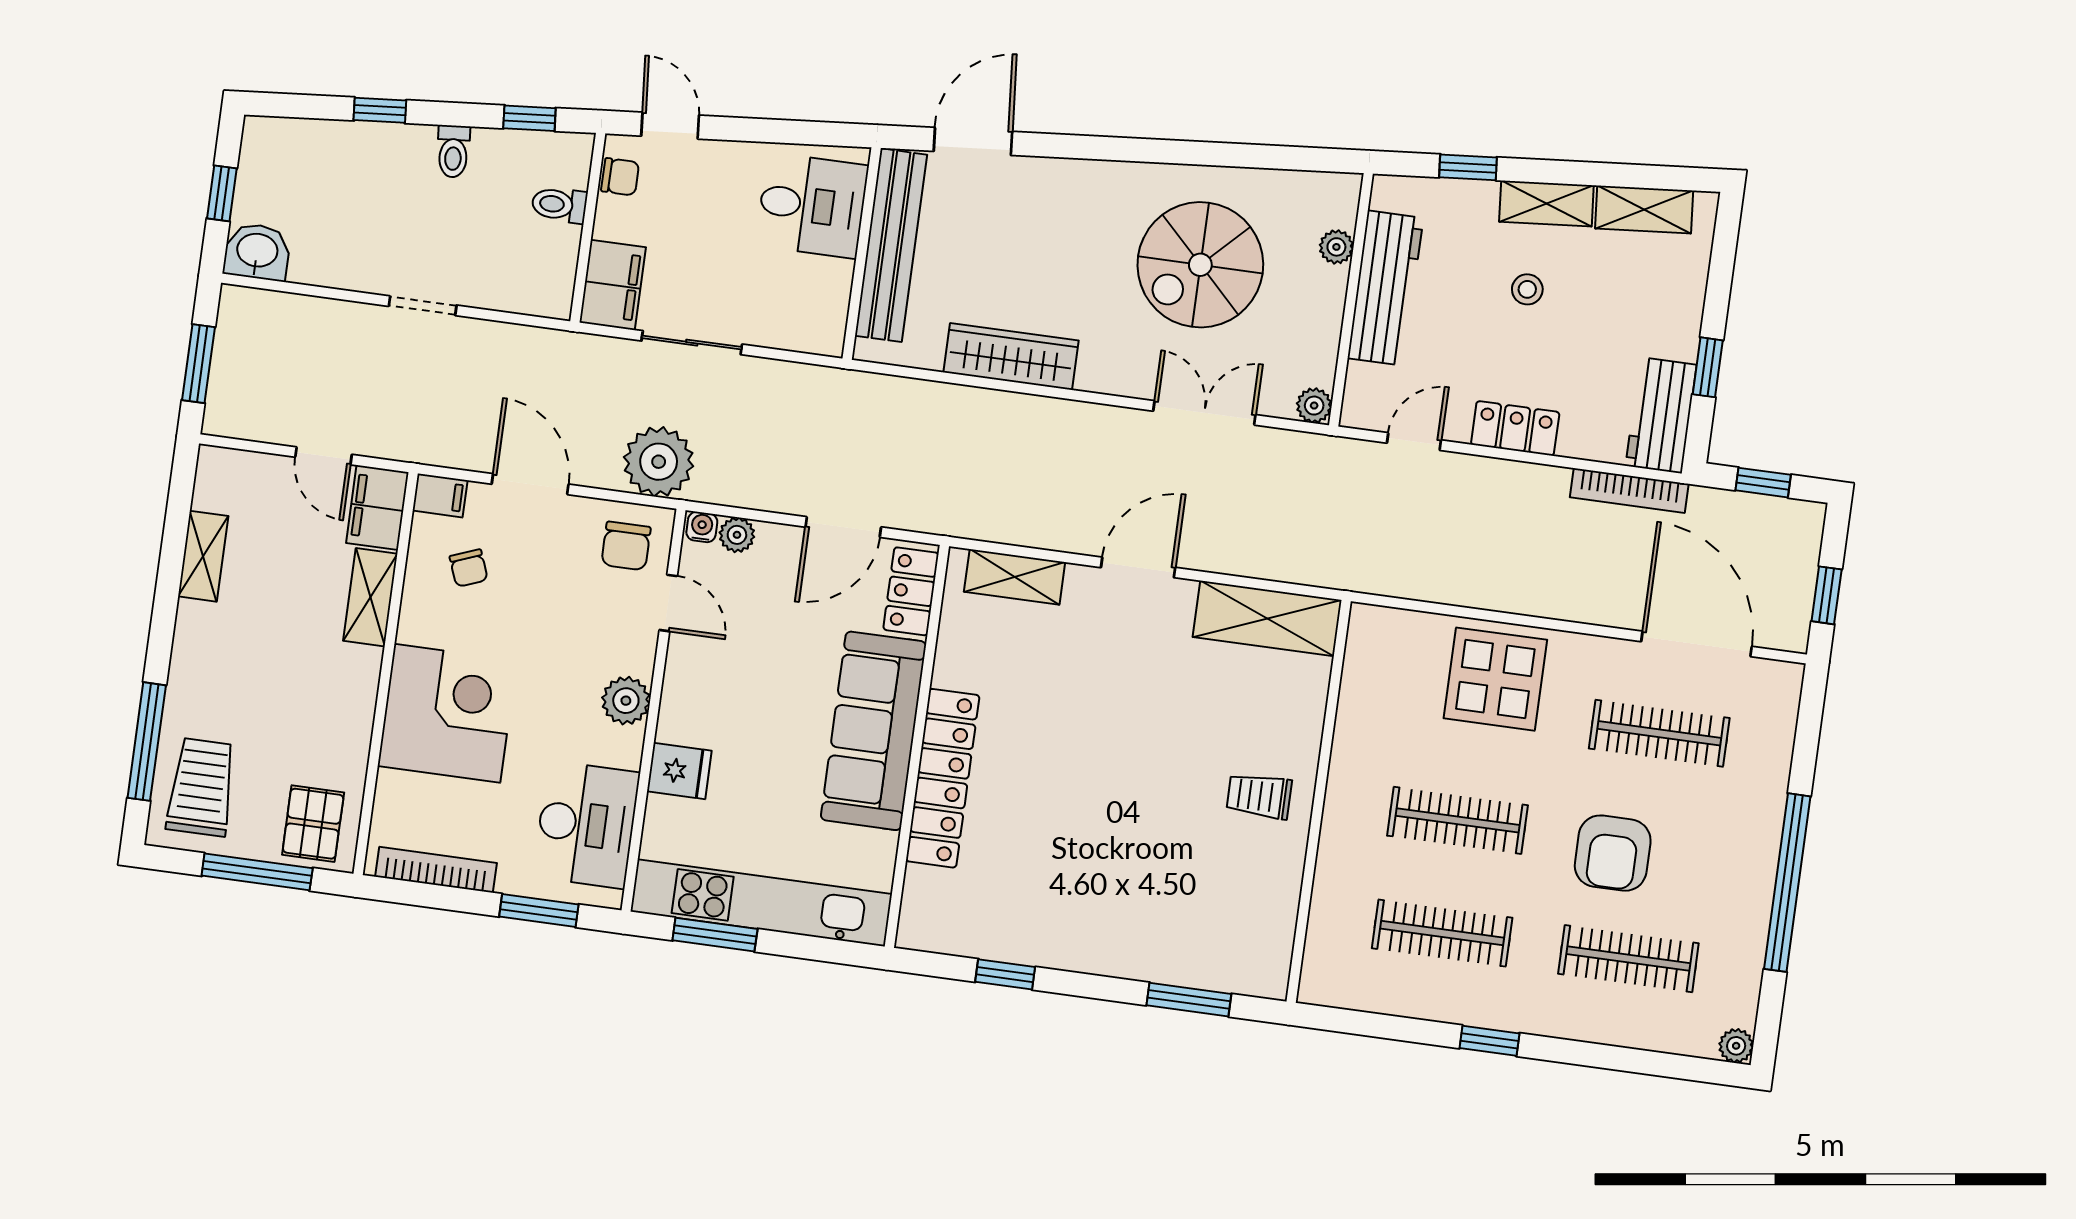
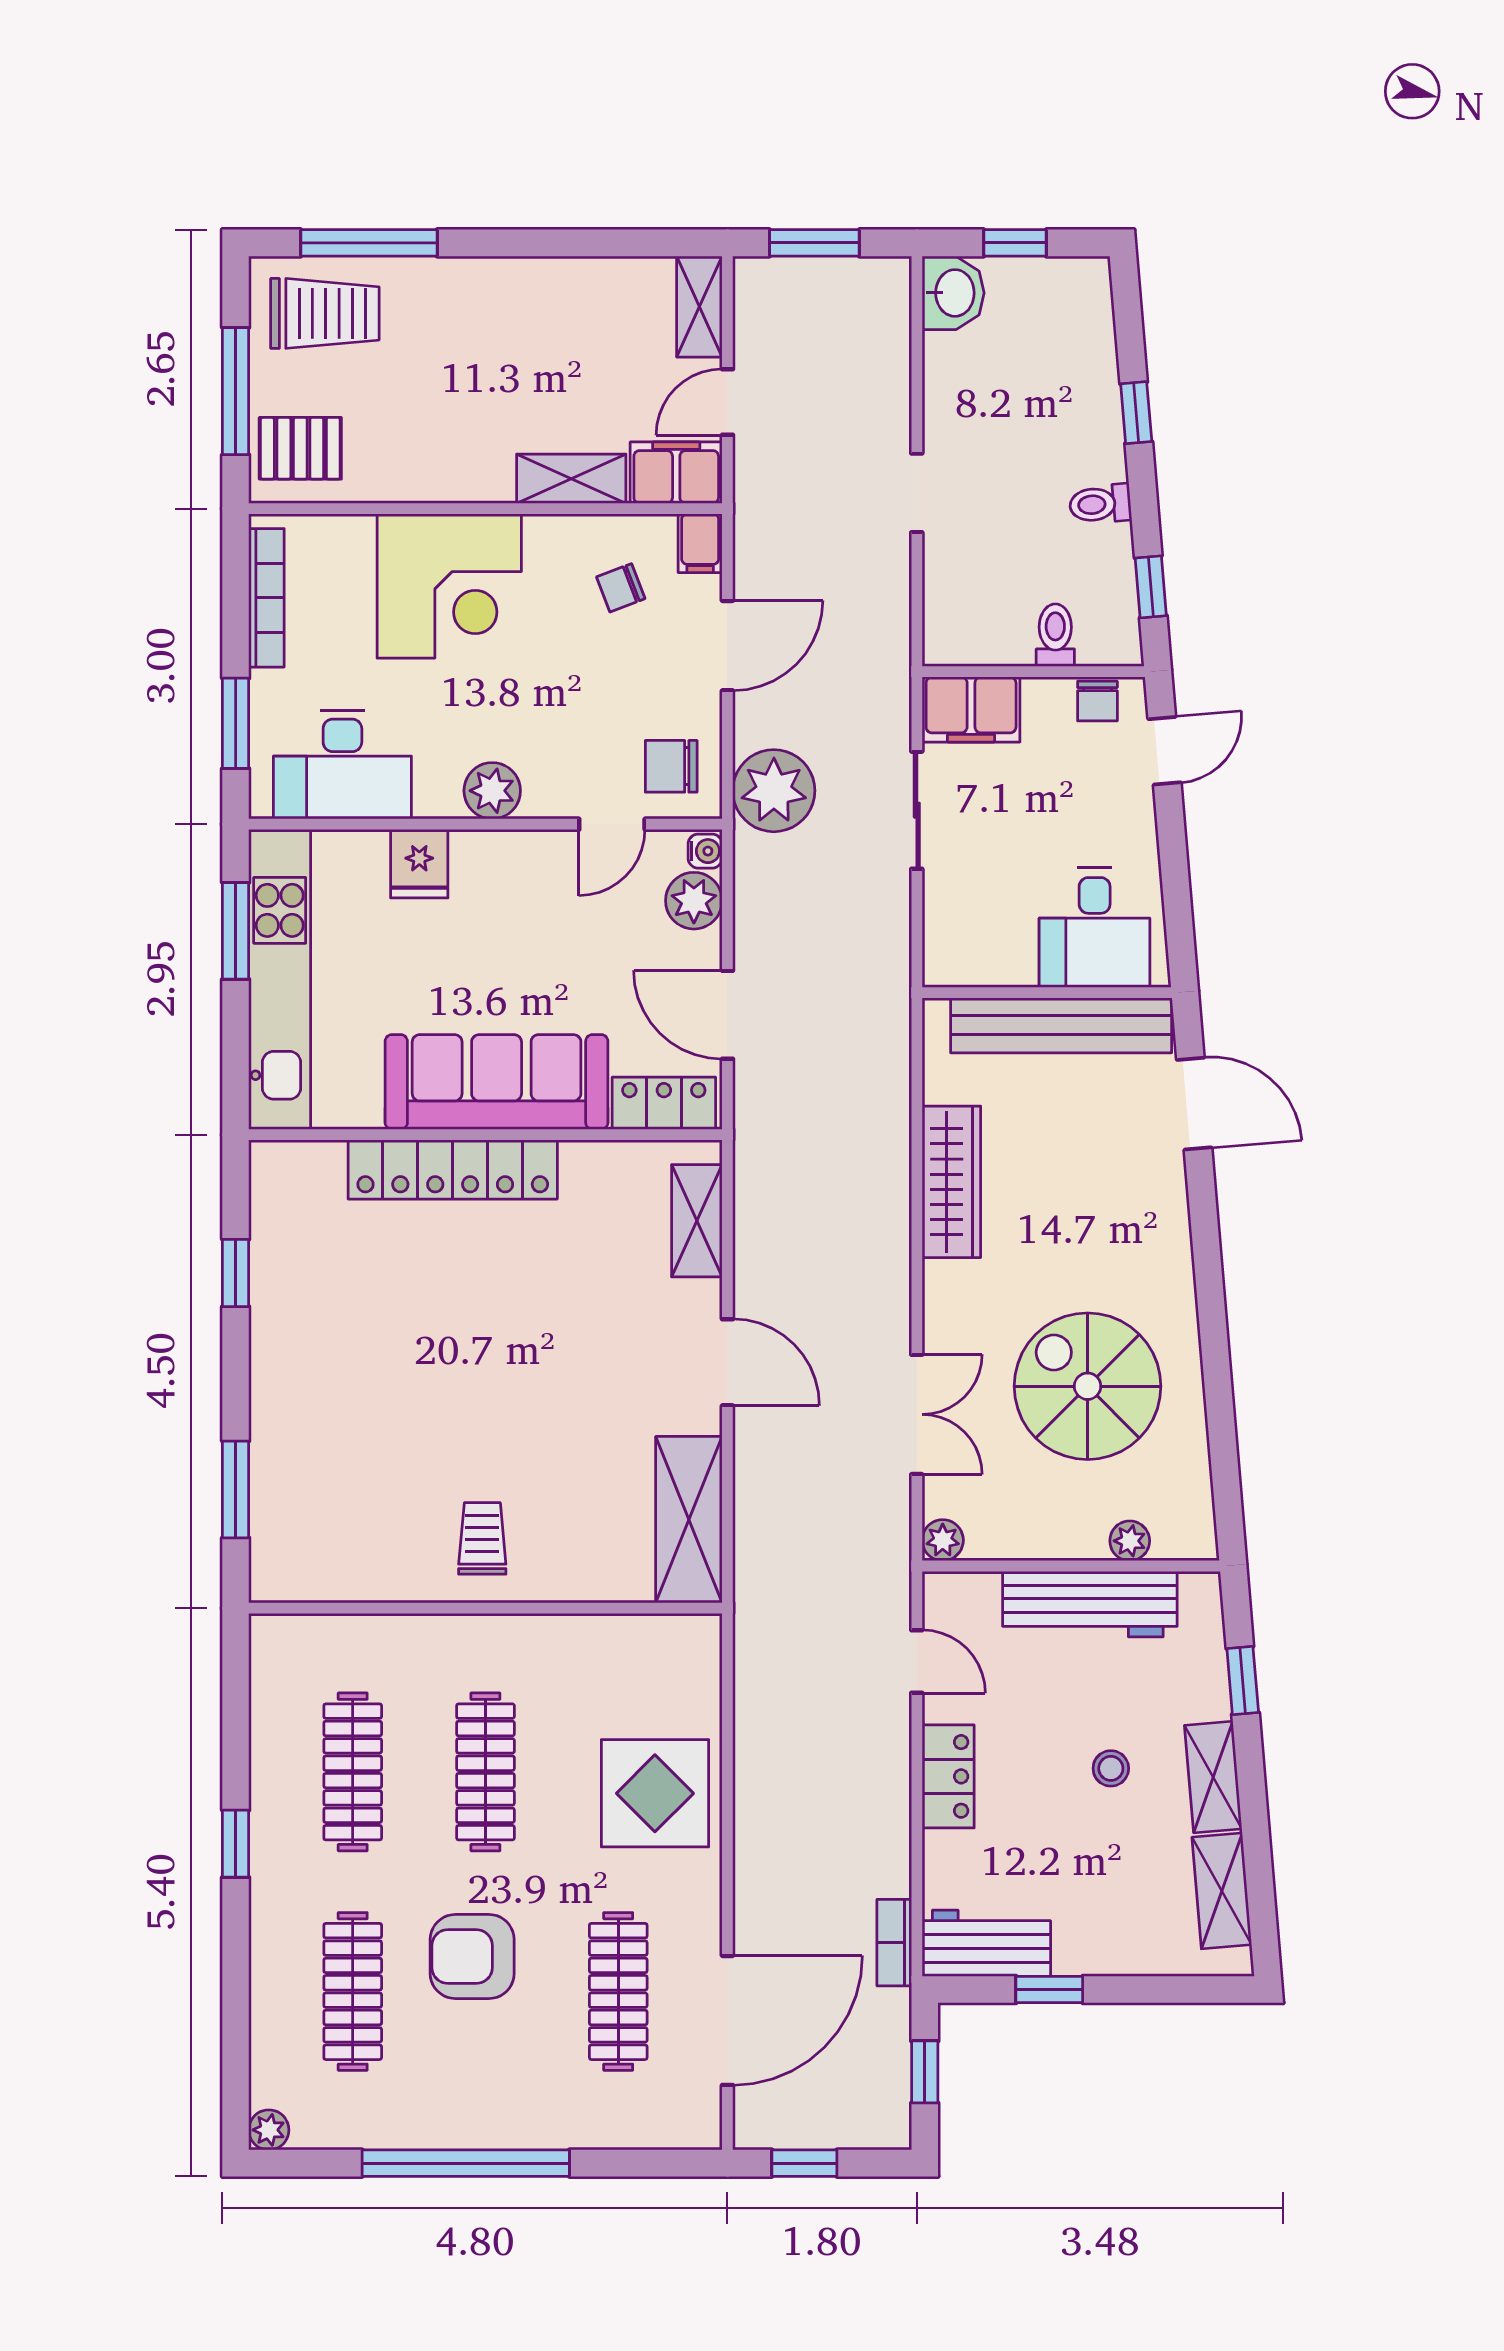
bookcase: (1629, 491) -> (894, 1943), width x0.64
plant: (737, 535) -> (694, 901), width x1.38, depth x1.38
shelving: (203, 556) -> (699, 307), moved, turned 90

